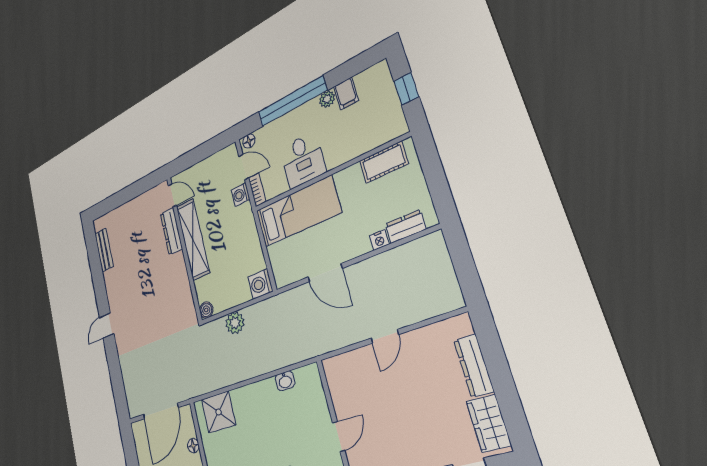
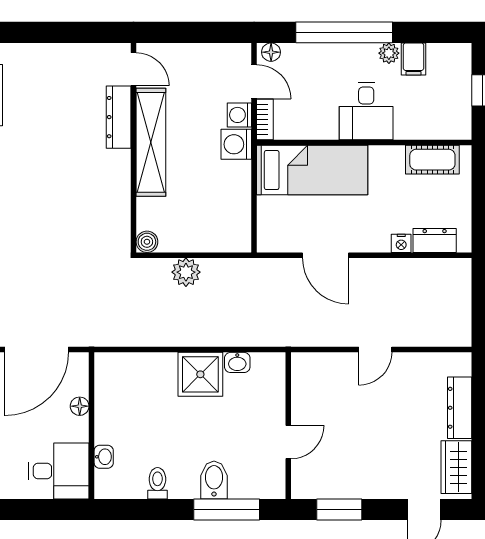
desk: (303, 160) -> (366, 111), moved
washing machine: (260, 284) -> (236, 144), moved
shower: (219, 412) -> (200, 374), moved

